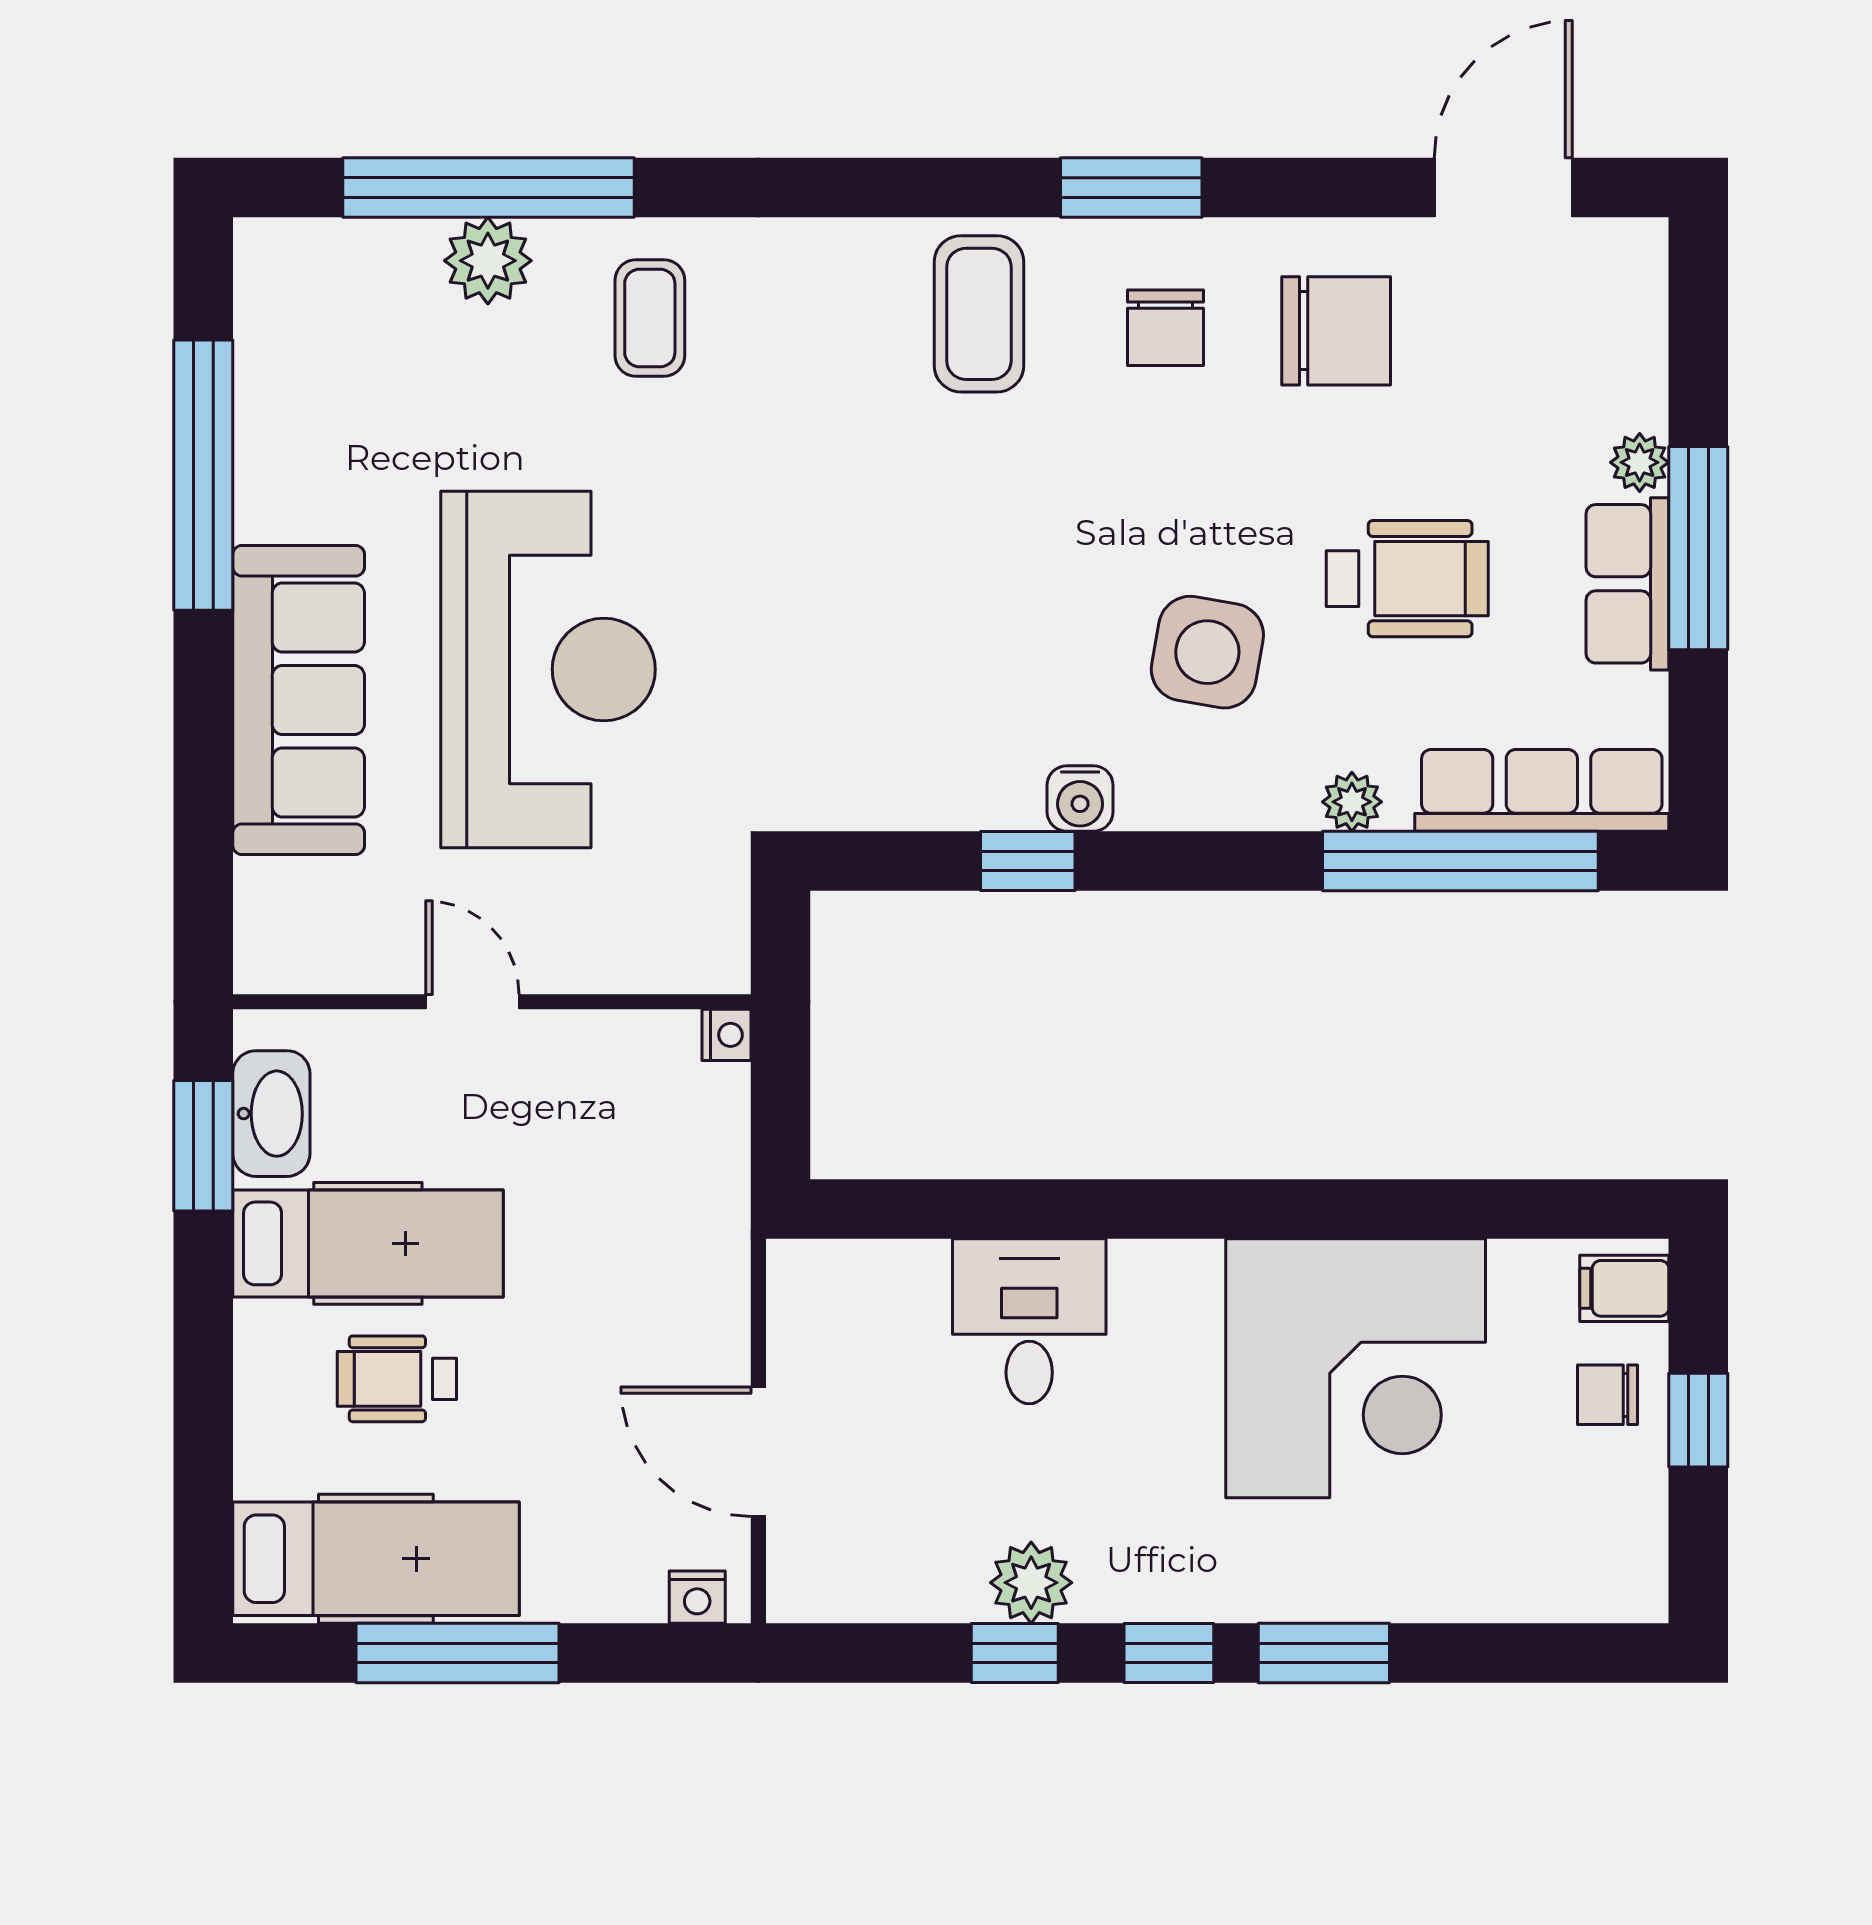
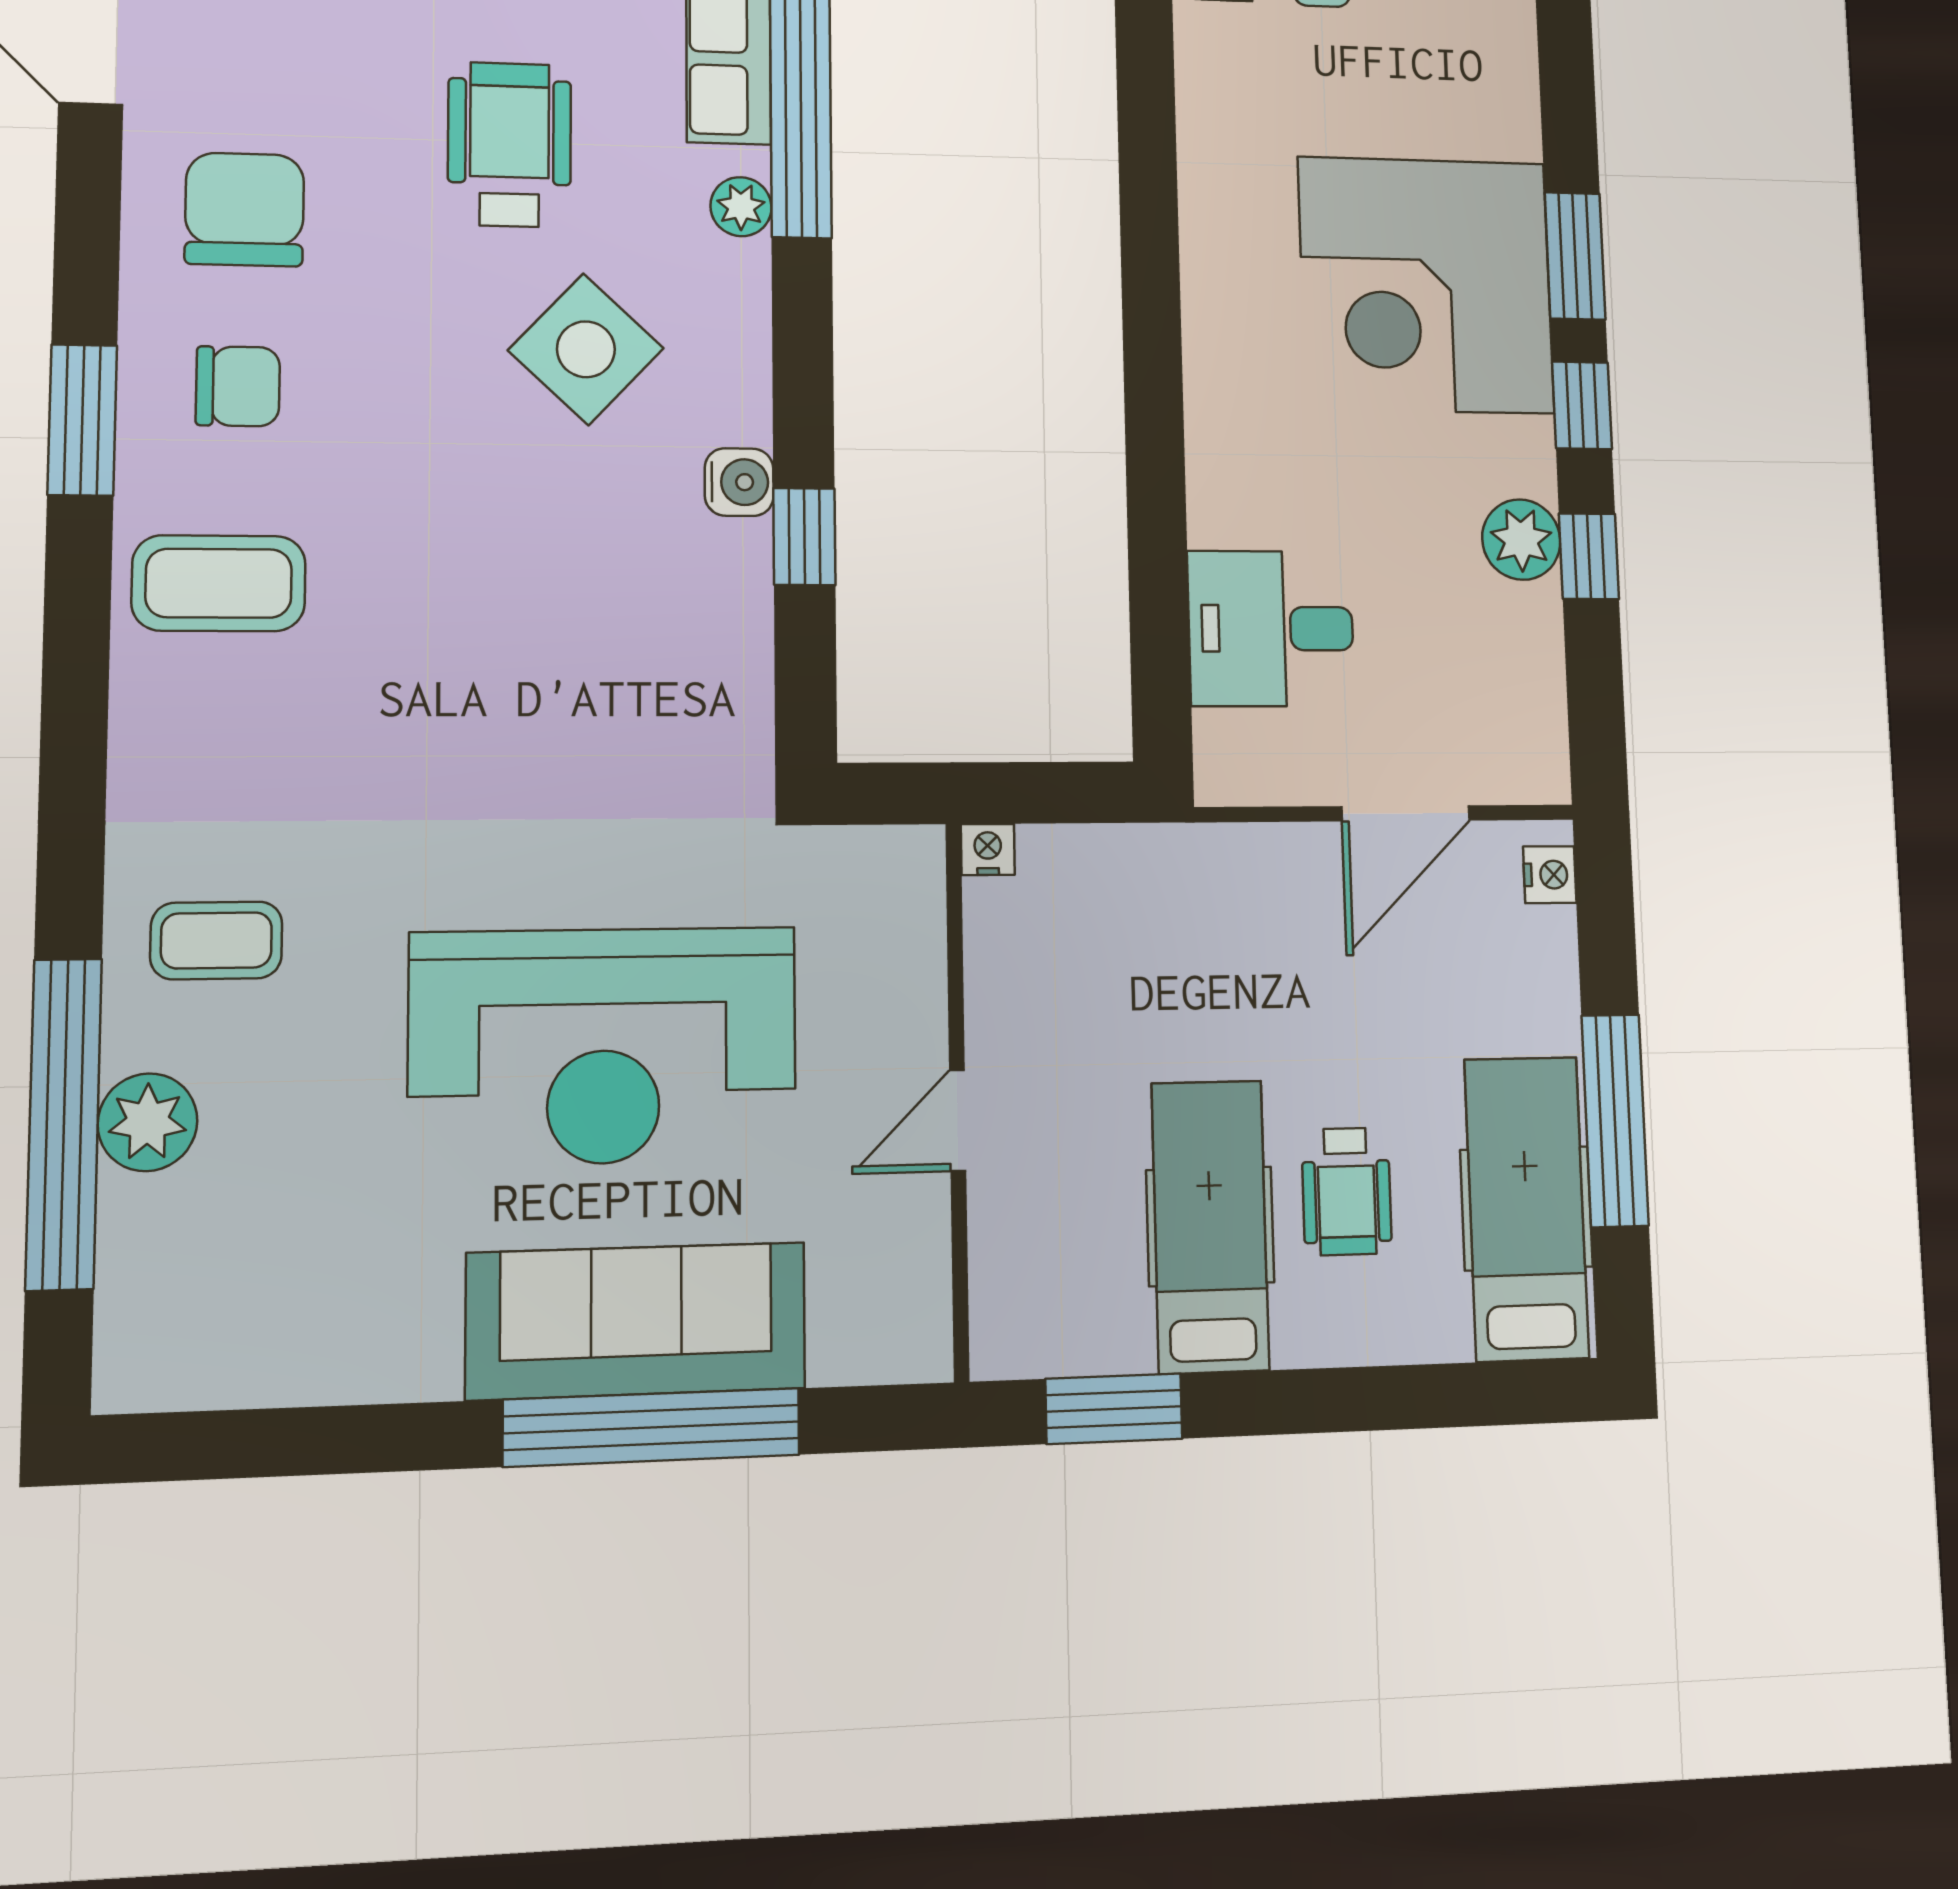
window: (203, 475) -> (652, 1427), moved
side table: (1207, 652) -> (586, 349), turned 33
reception desk: (548, 669) -> (603, 1046), turned 180
washbasin: (271, 1114) -> (1079, 1335), removed
desk: (1029, 1321) -> (1271, 628), moved
corner desk: (1356, 1368) -> (1426, 285), moved, turned 180

